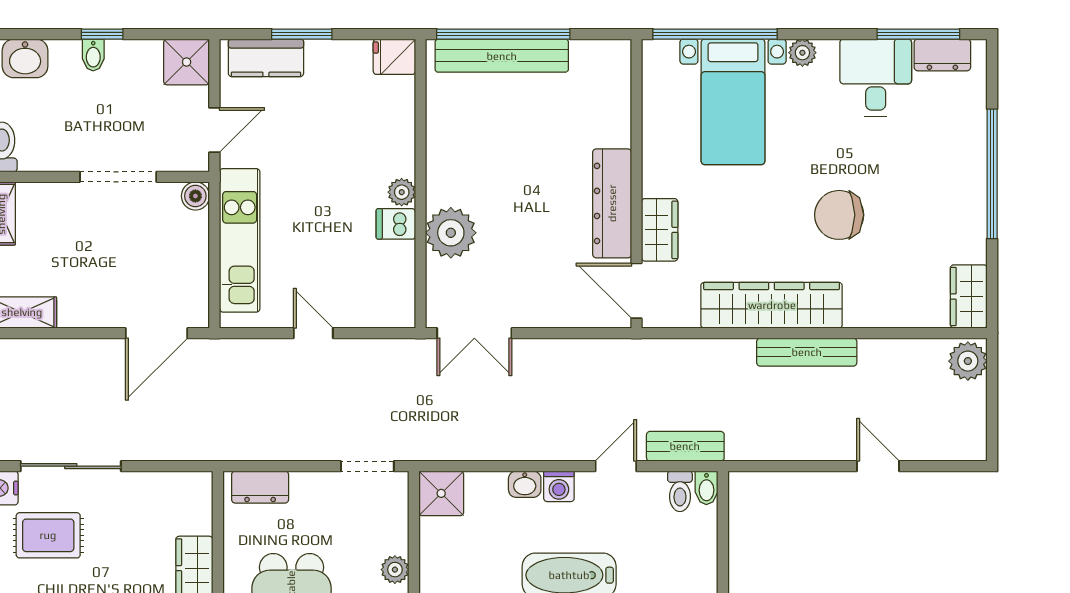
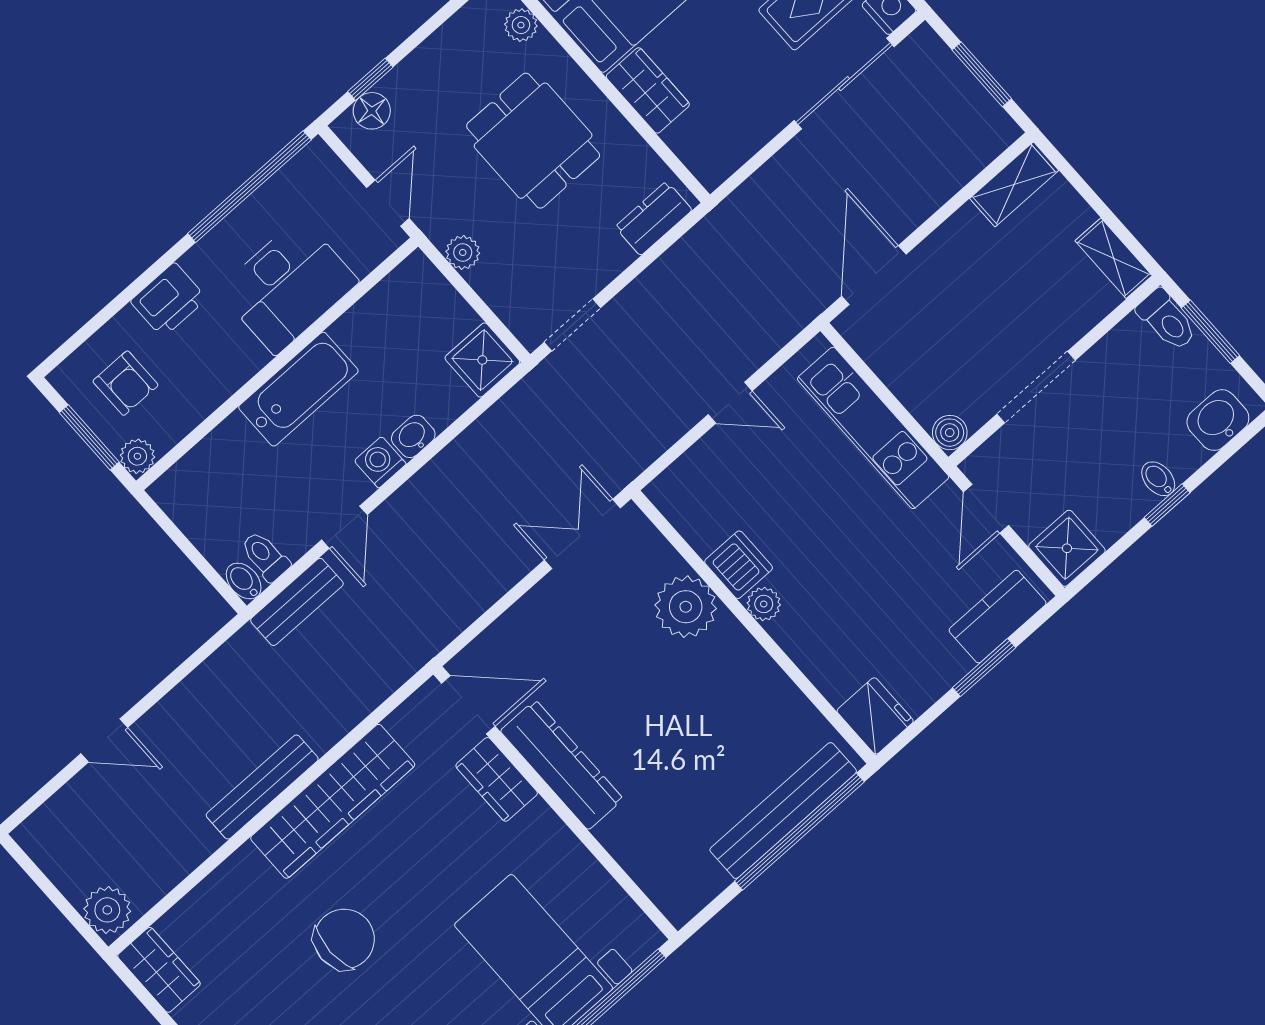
fridge: (394, 57) -> (875, 716), width x1.38
dishwasher: (396, 224) -> (739, 565), width x1.38

